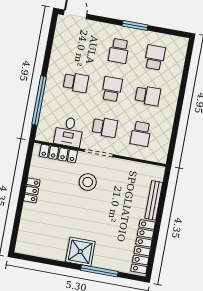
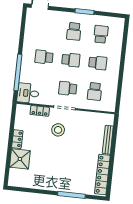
school desk: (76, 82) -> (44, 57), turned 180
school desk: (112, 89) -> (71, 60), turned 90
school desk: (105, 127) -> (68, 88), turned 180
desk: (69, 132) -> (28, 93), moved, turned 90
locker: (58, 153) -> (40, 111), width x0.66
shower: (80, 252) -> (20, 159), moved

